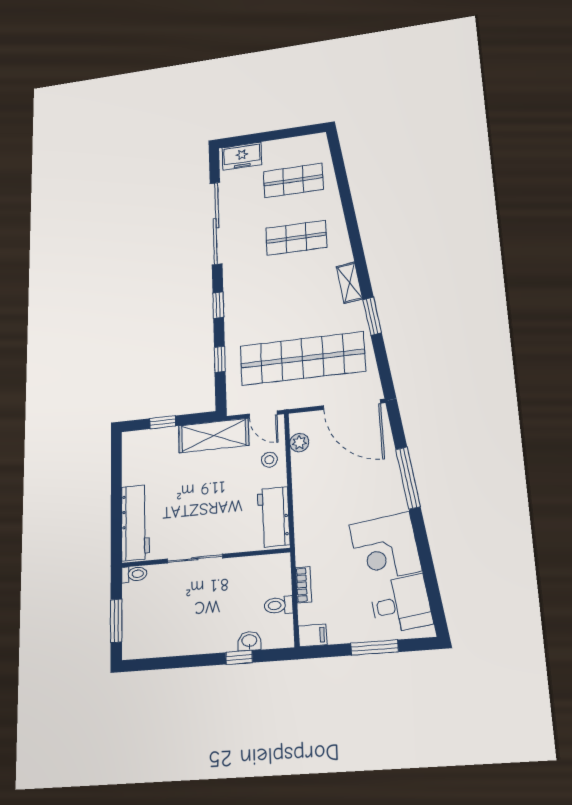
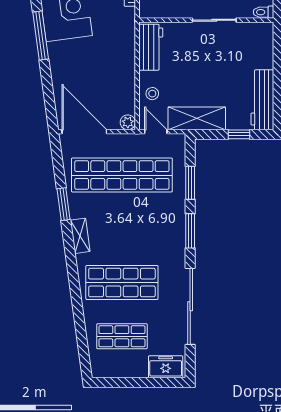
shop shelf: (296, 238) -> (122, 282), width x1.43, depth x1.36
window: (218, 305) -> (190, 231), width x1.50
window: (220, 359) -> (190, 183), width x1.50
plant: (299, 443) -> (128, 122), moved
window: (408, 478) -> (41, 35), moved
workbench: (135, 523) -> (262, 100), moved

